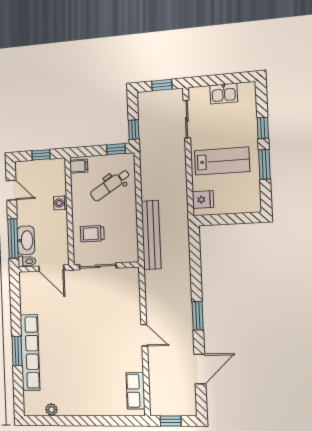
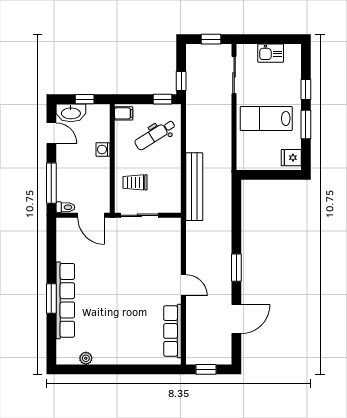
lab bench: (222, 161) -> (266, 118), turned 180
fridge: (203, 199) -> (291, 158), moved, turned 180
washbasin: (26, 240) -> (71, 113), moved, turned 90
row of seats: (135, 391) -> (172, 331), width x1.48

